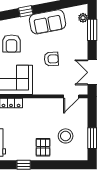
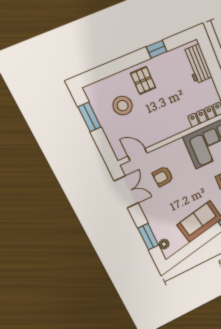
armchair: (51, 59) -> (163, 176), moved
door: (71, 96) -> (138, 155), hinge flipped

